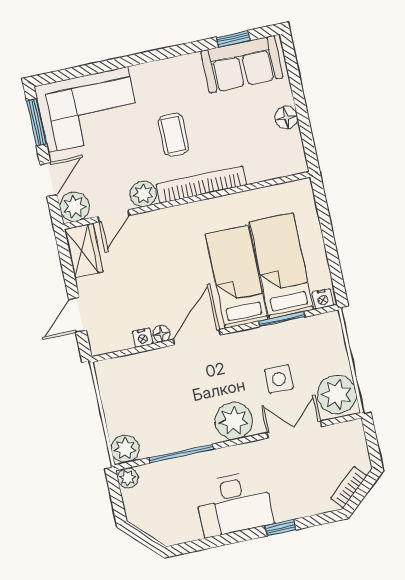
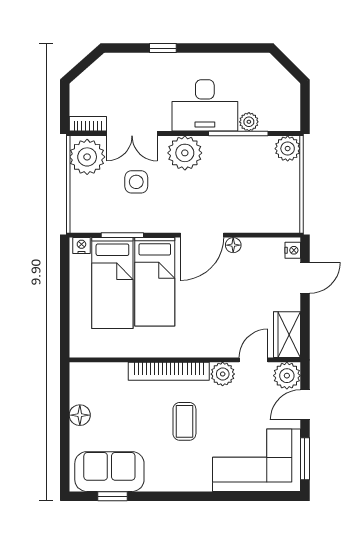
nightstand: (143, 338) -> (293, 250), moved, turned 90
plant: (128, 478) -> (249, 122), moved
bookcase: (349, 487) -> (88, 124), moved, turned -138
desk: (234, 504) -> (205, 105), moved, turned 180

